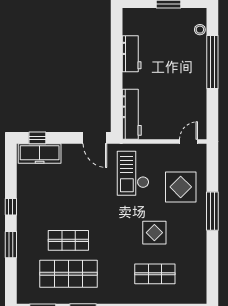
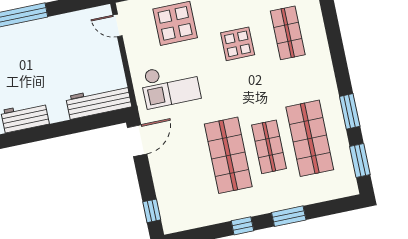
freezer: (40, 154) -> (170, 204), removed
shop shelf: (68, 207) -> (228, 155), added

